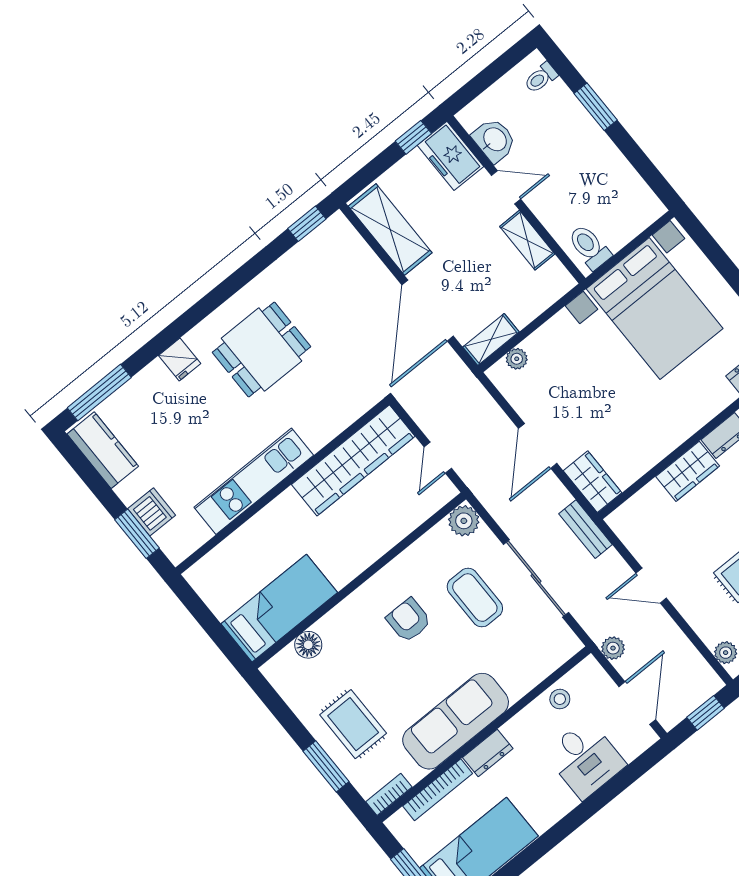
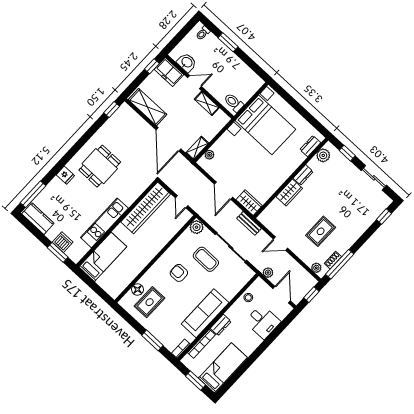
bed: (279, 608) -> (103, 257), moved
rug: (353, 724) -> (150, 302), moved, turned 90

